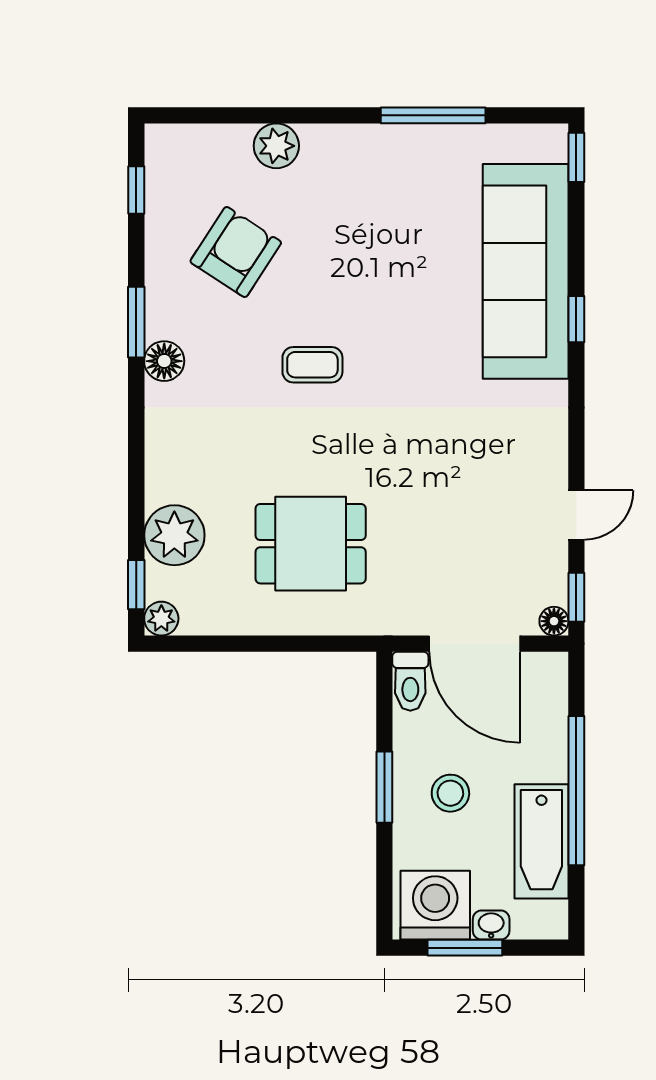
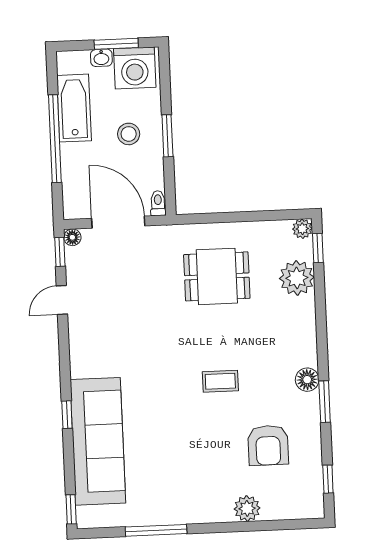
armchair: (236, 252) -> (268, 445), turned -33
toilet: (410, 681) -> (158, 203), width x0.73, depth x0.72

